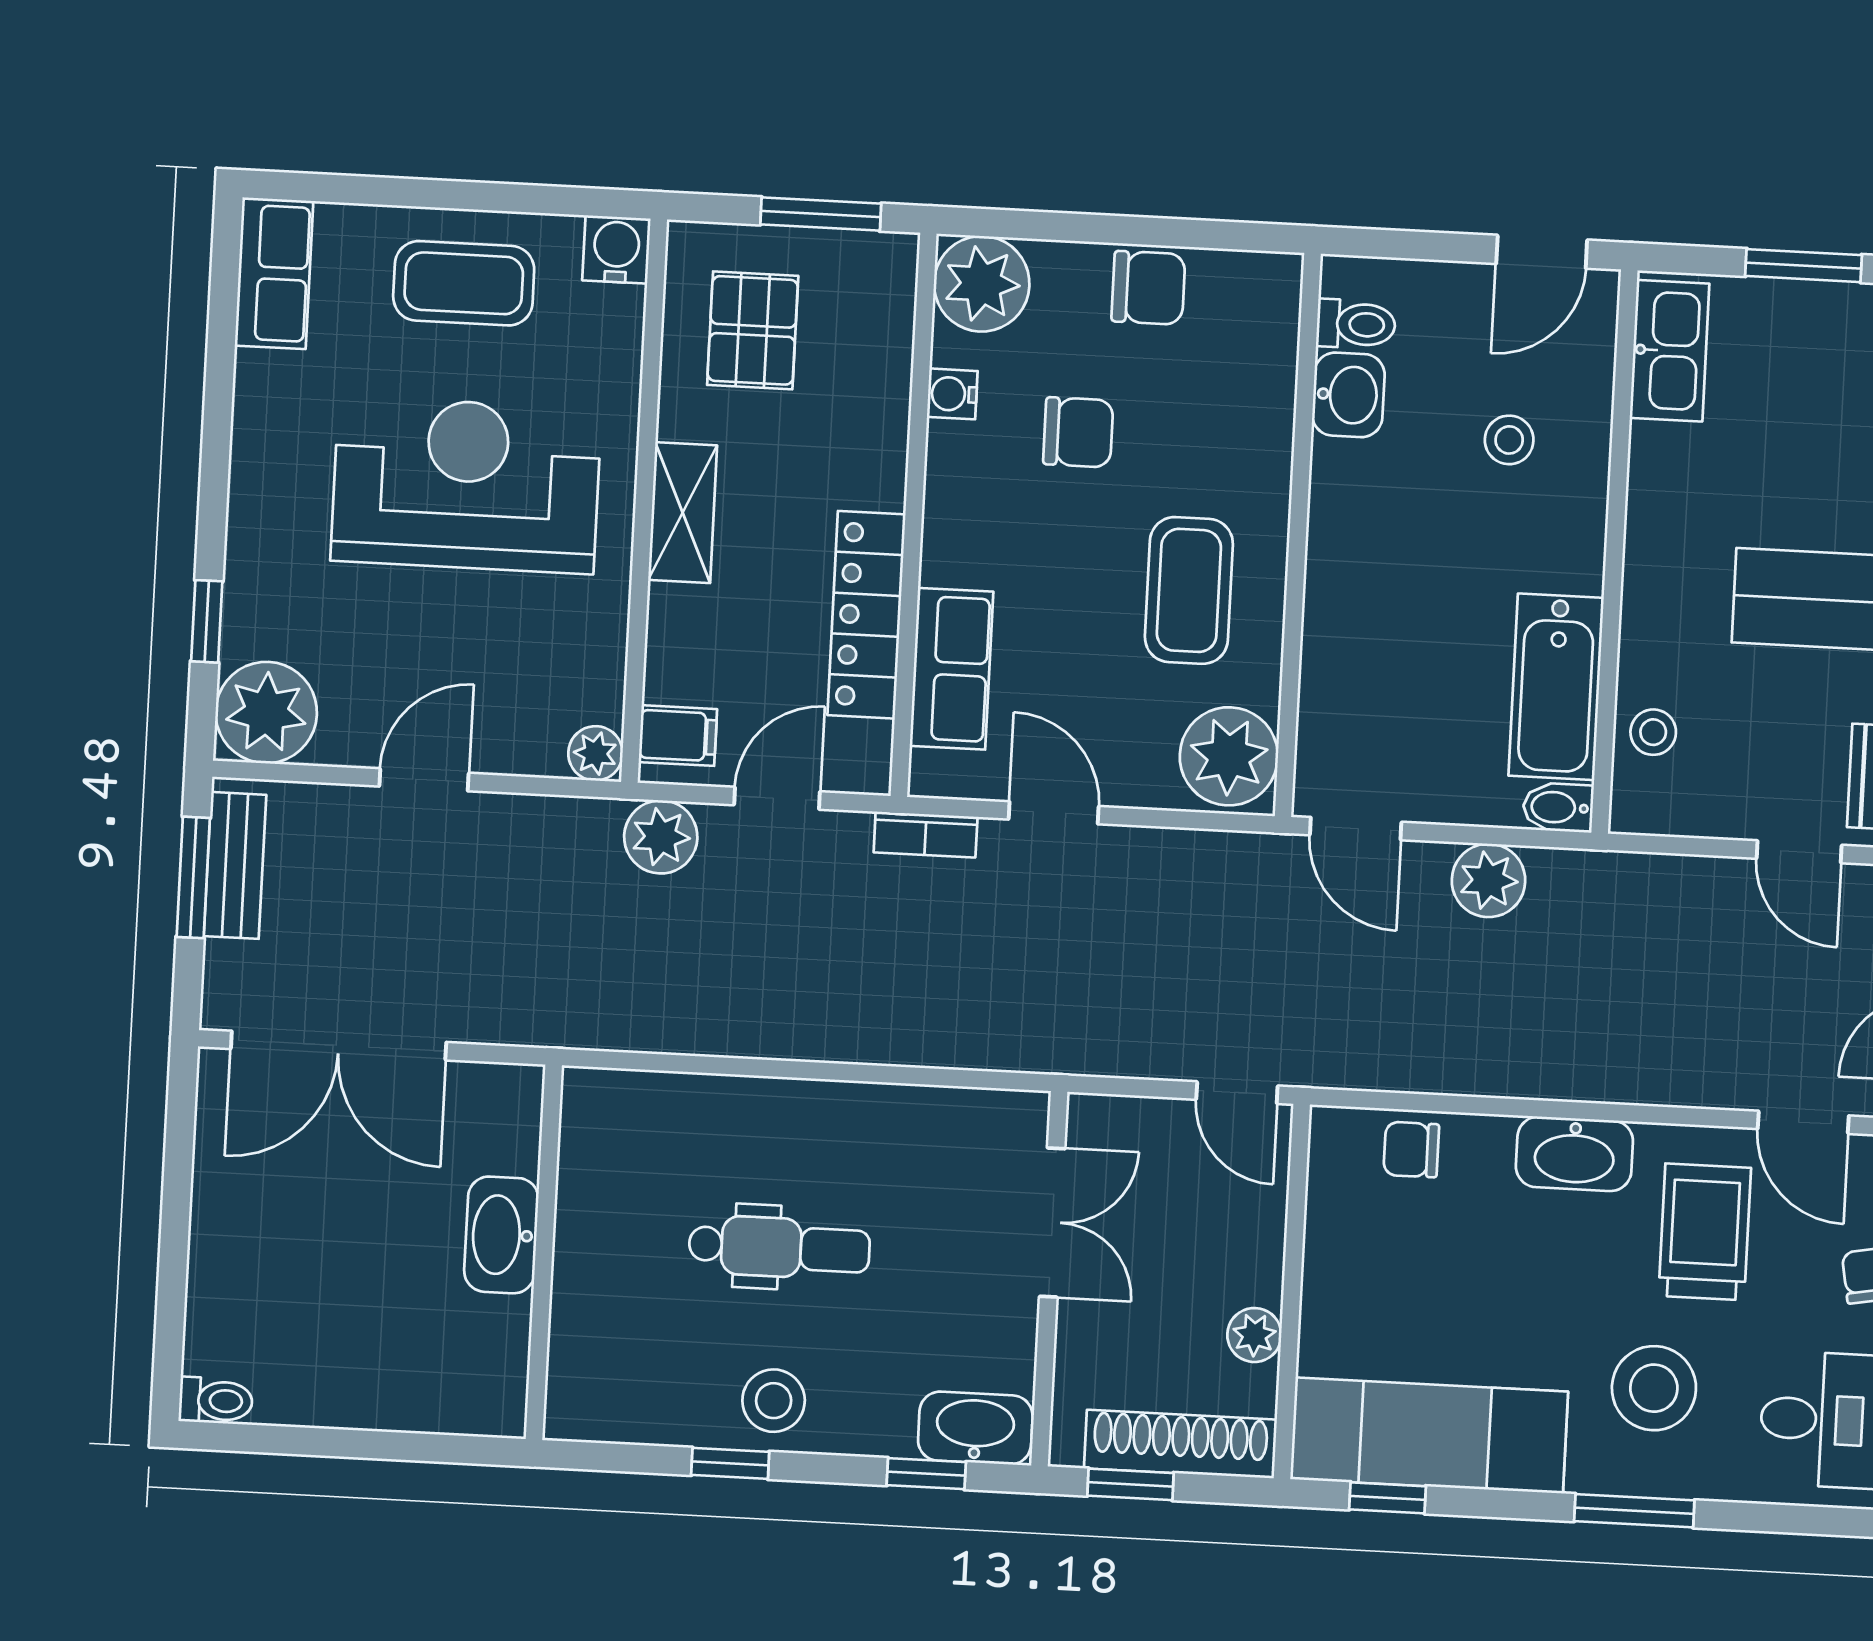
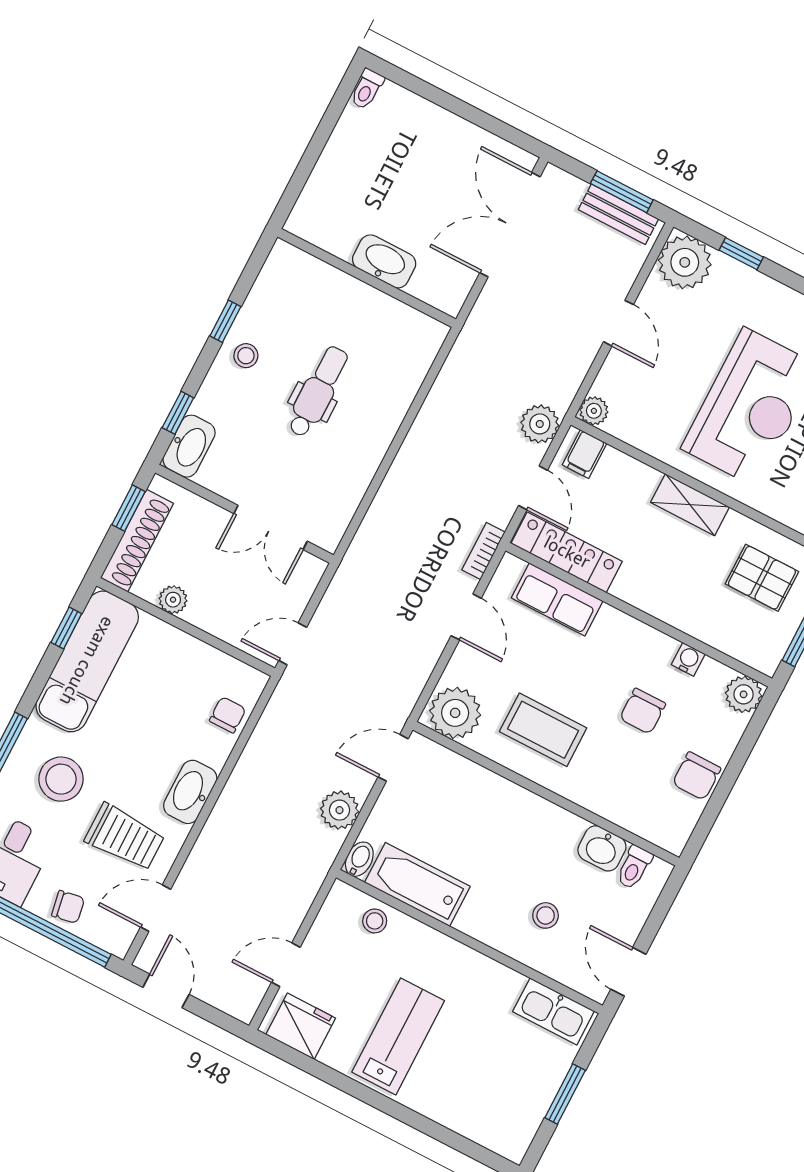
plant: (982, 284) -> (744, 694), width x0.73, depth x0.73
locker: (866, 615) -> (567, 552), moved
door: (1054, 813) -> (466, 617), hinge flipped
dental chair: (779, 1247) -> (318, 392), turned 180
stool: (774, 1401) -> (246, 356), width x0.73, depth x0.73

